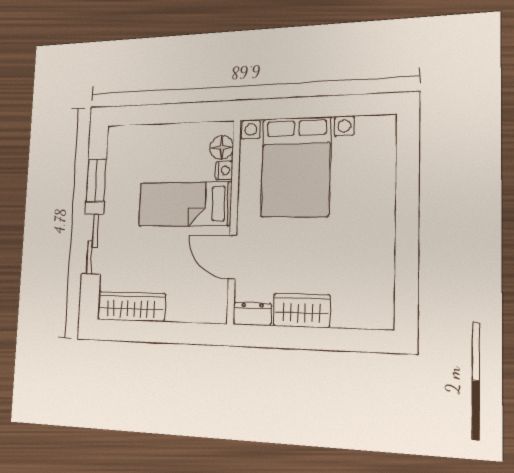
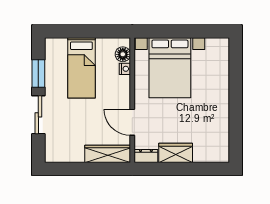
bed: (185, 204) -> (81, 68), moved, turned -90
wardrobe: (131, 307) -> (108, 154), moved

